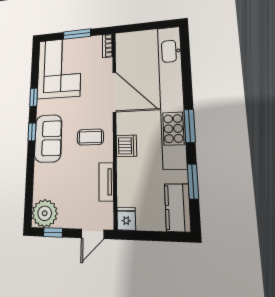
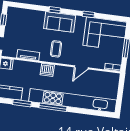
door: (114, 92) -> (81, 67), width x0.53
window: (190, 126) -> (53, 107), width x1.44
window: (32, 132) -> (55, 10), moved
plant: (45, 213) -> (15, 16), removed

